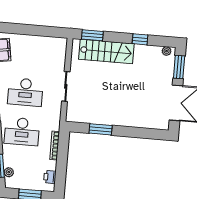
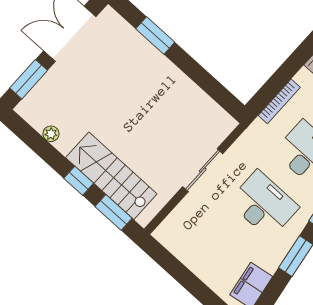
window: (140, 39) -> (79, 181), moved
plant: (167, 51) -> (51, 134), moved
window: (101, 129) -> (155, 35), moved

